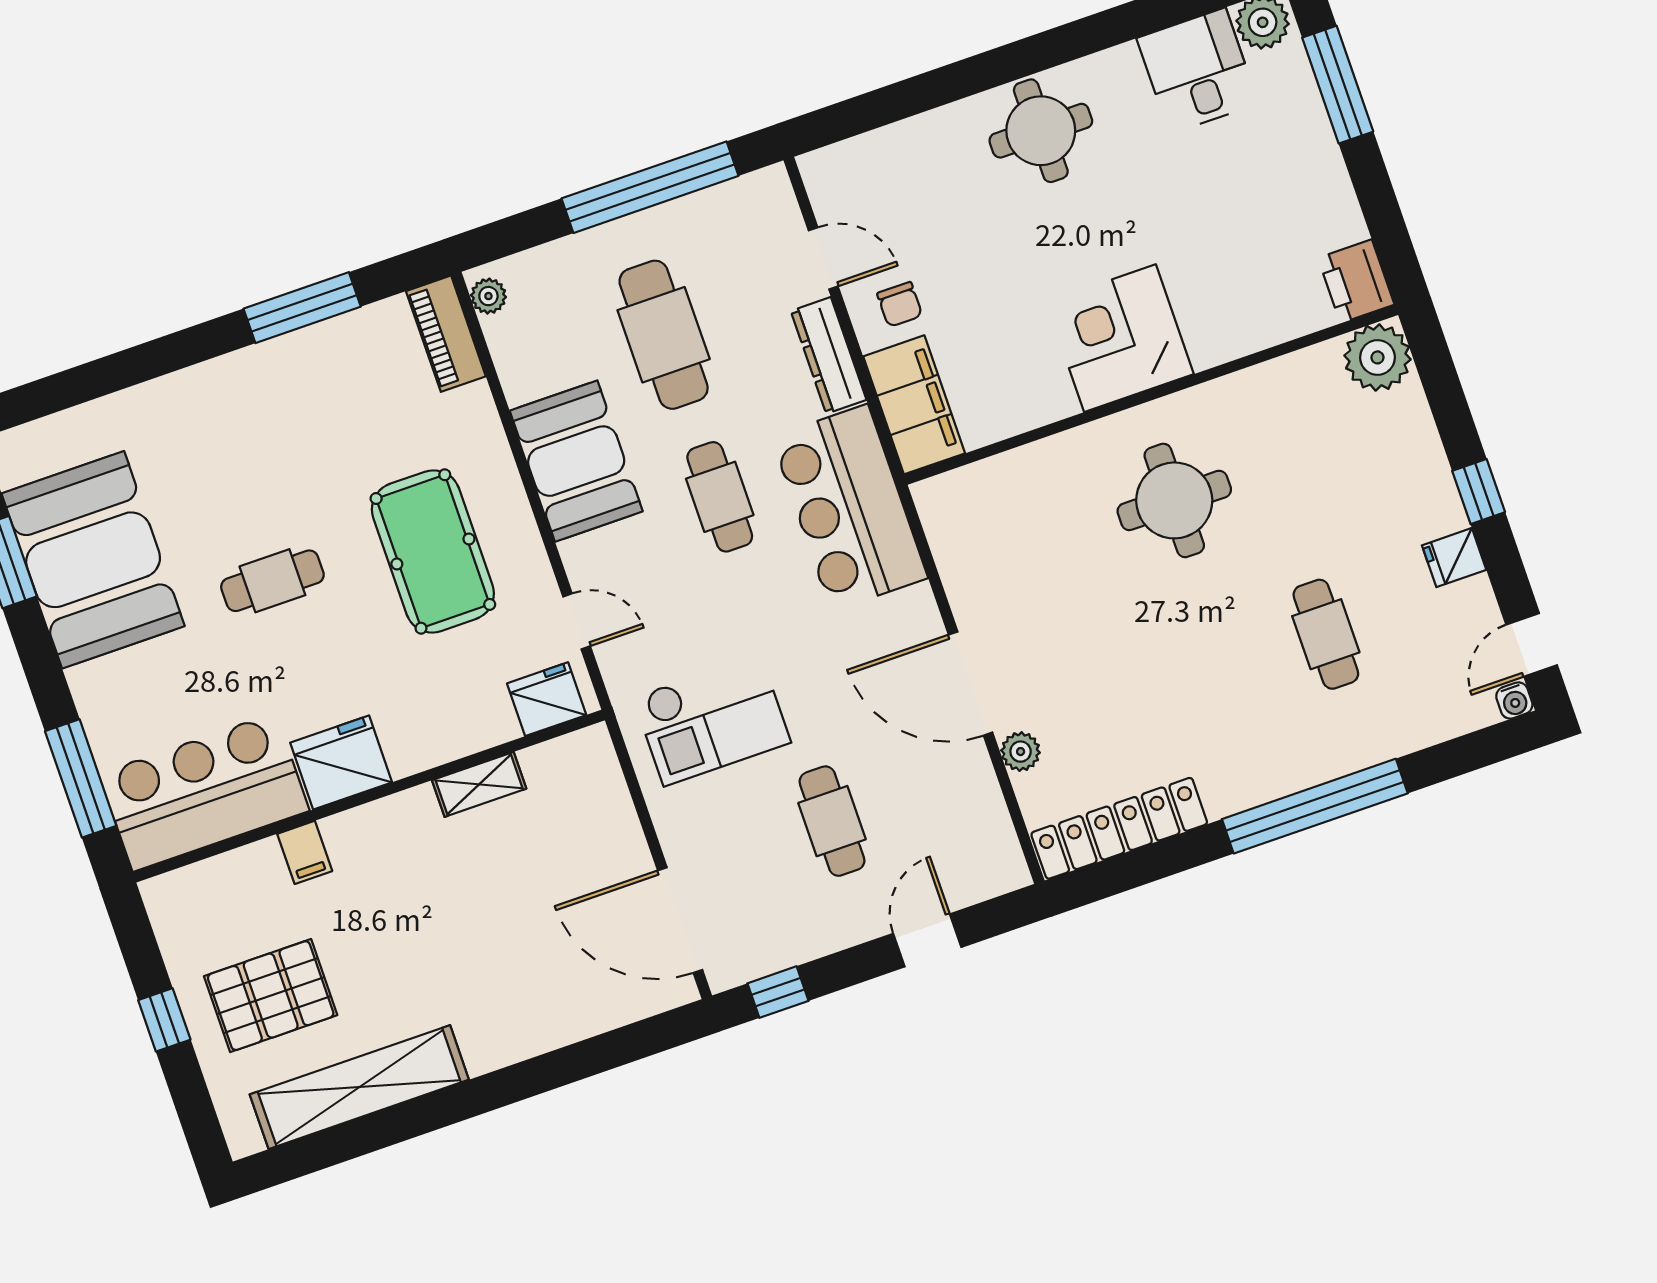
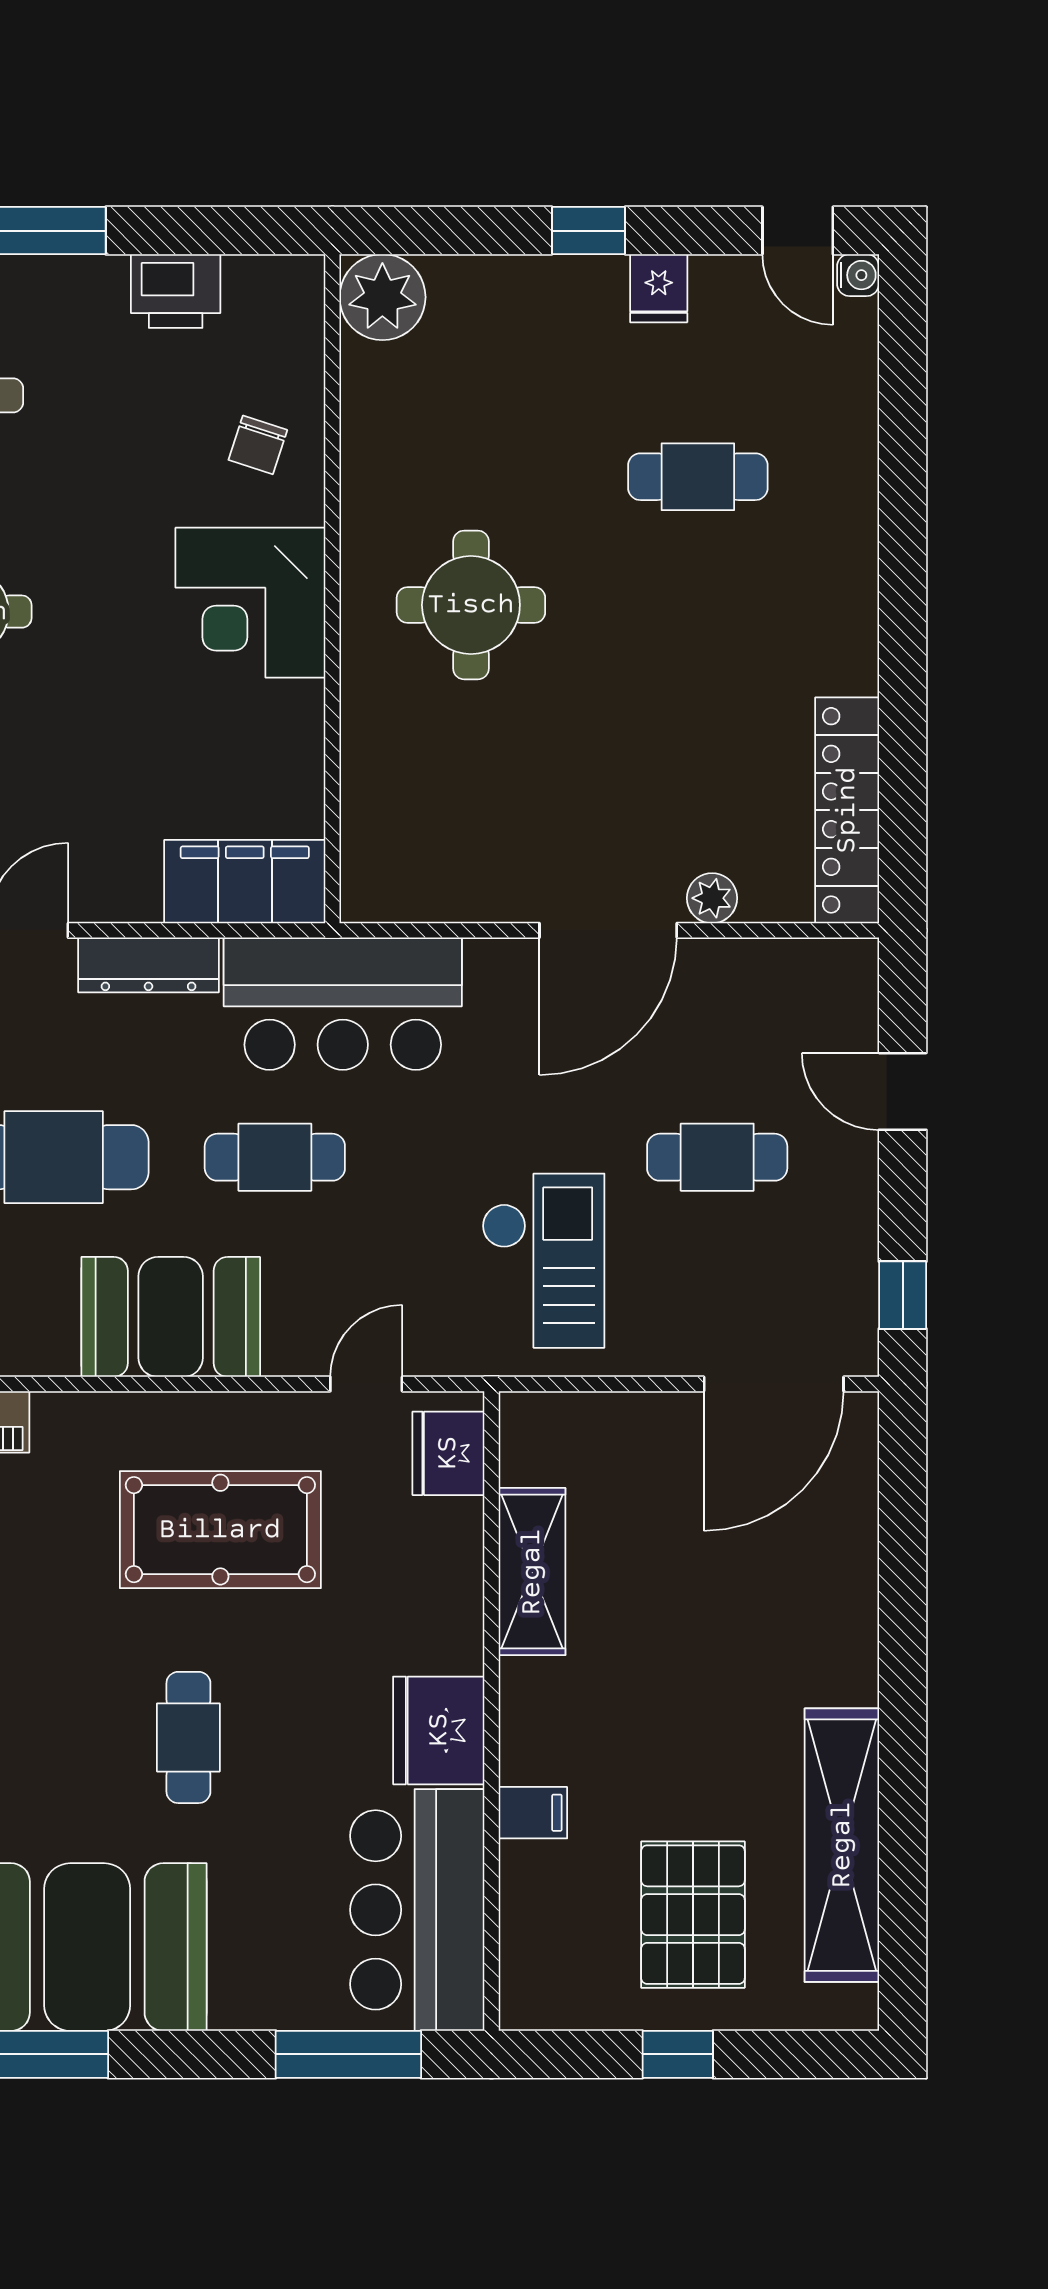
printer: (1356, 281) -> (176, 291), moved
chair: (900, 304) -> (258, 445), moved, turned 108
shelving: (479, 784) -> (532, 1572), width x1.50, depth x1.33
window: (1315, 806) -> (903, 563), removed

